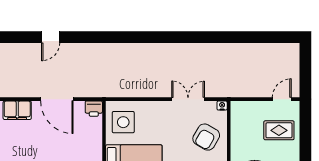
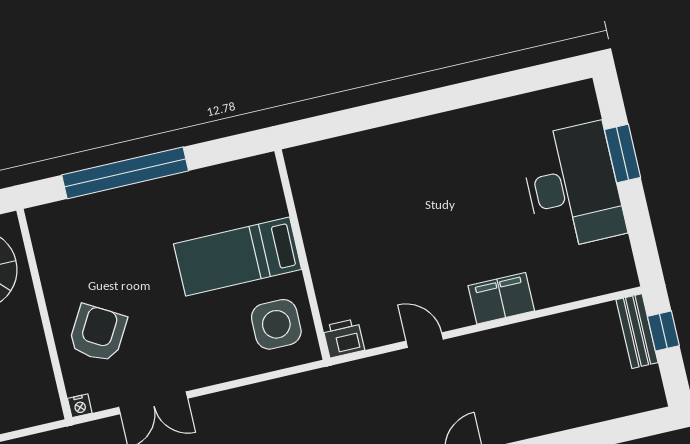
door: (57, 99) -> (425, 340), width x0.53

